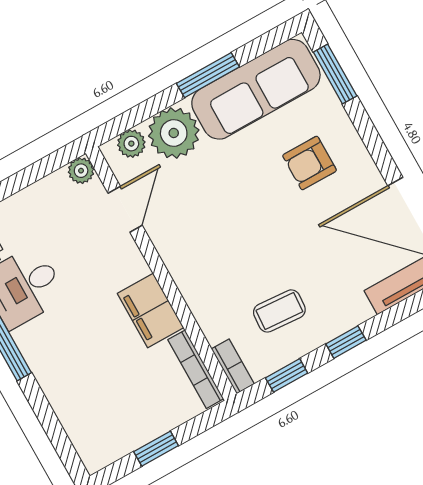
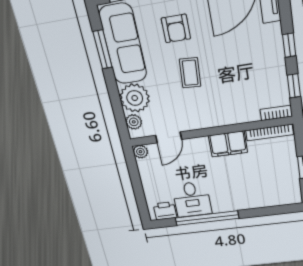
window: (208, 75) -> (103, 49), moved
door: (125, 209) -> (169, 137), swing flipped
coffee table: (279, 311) -> (190, 73), moved

